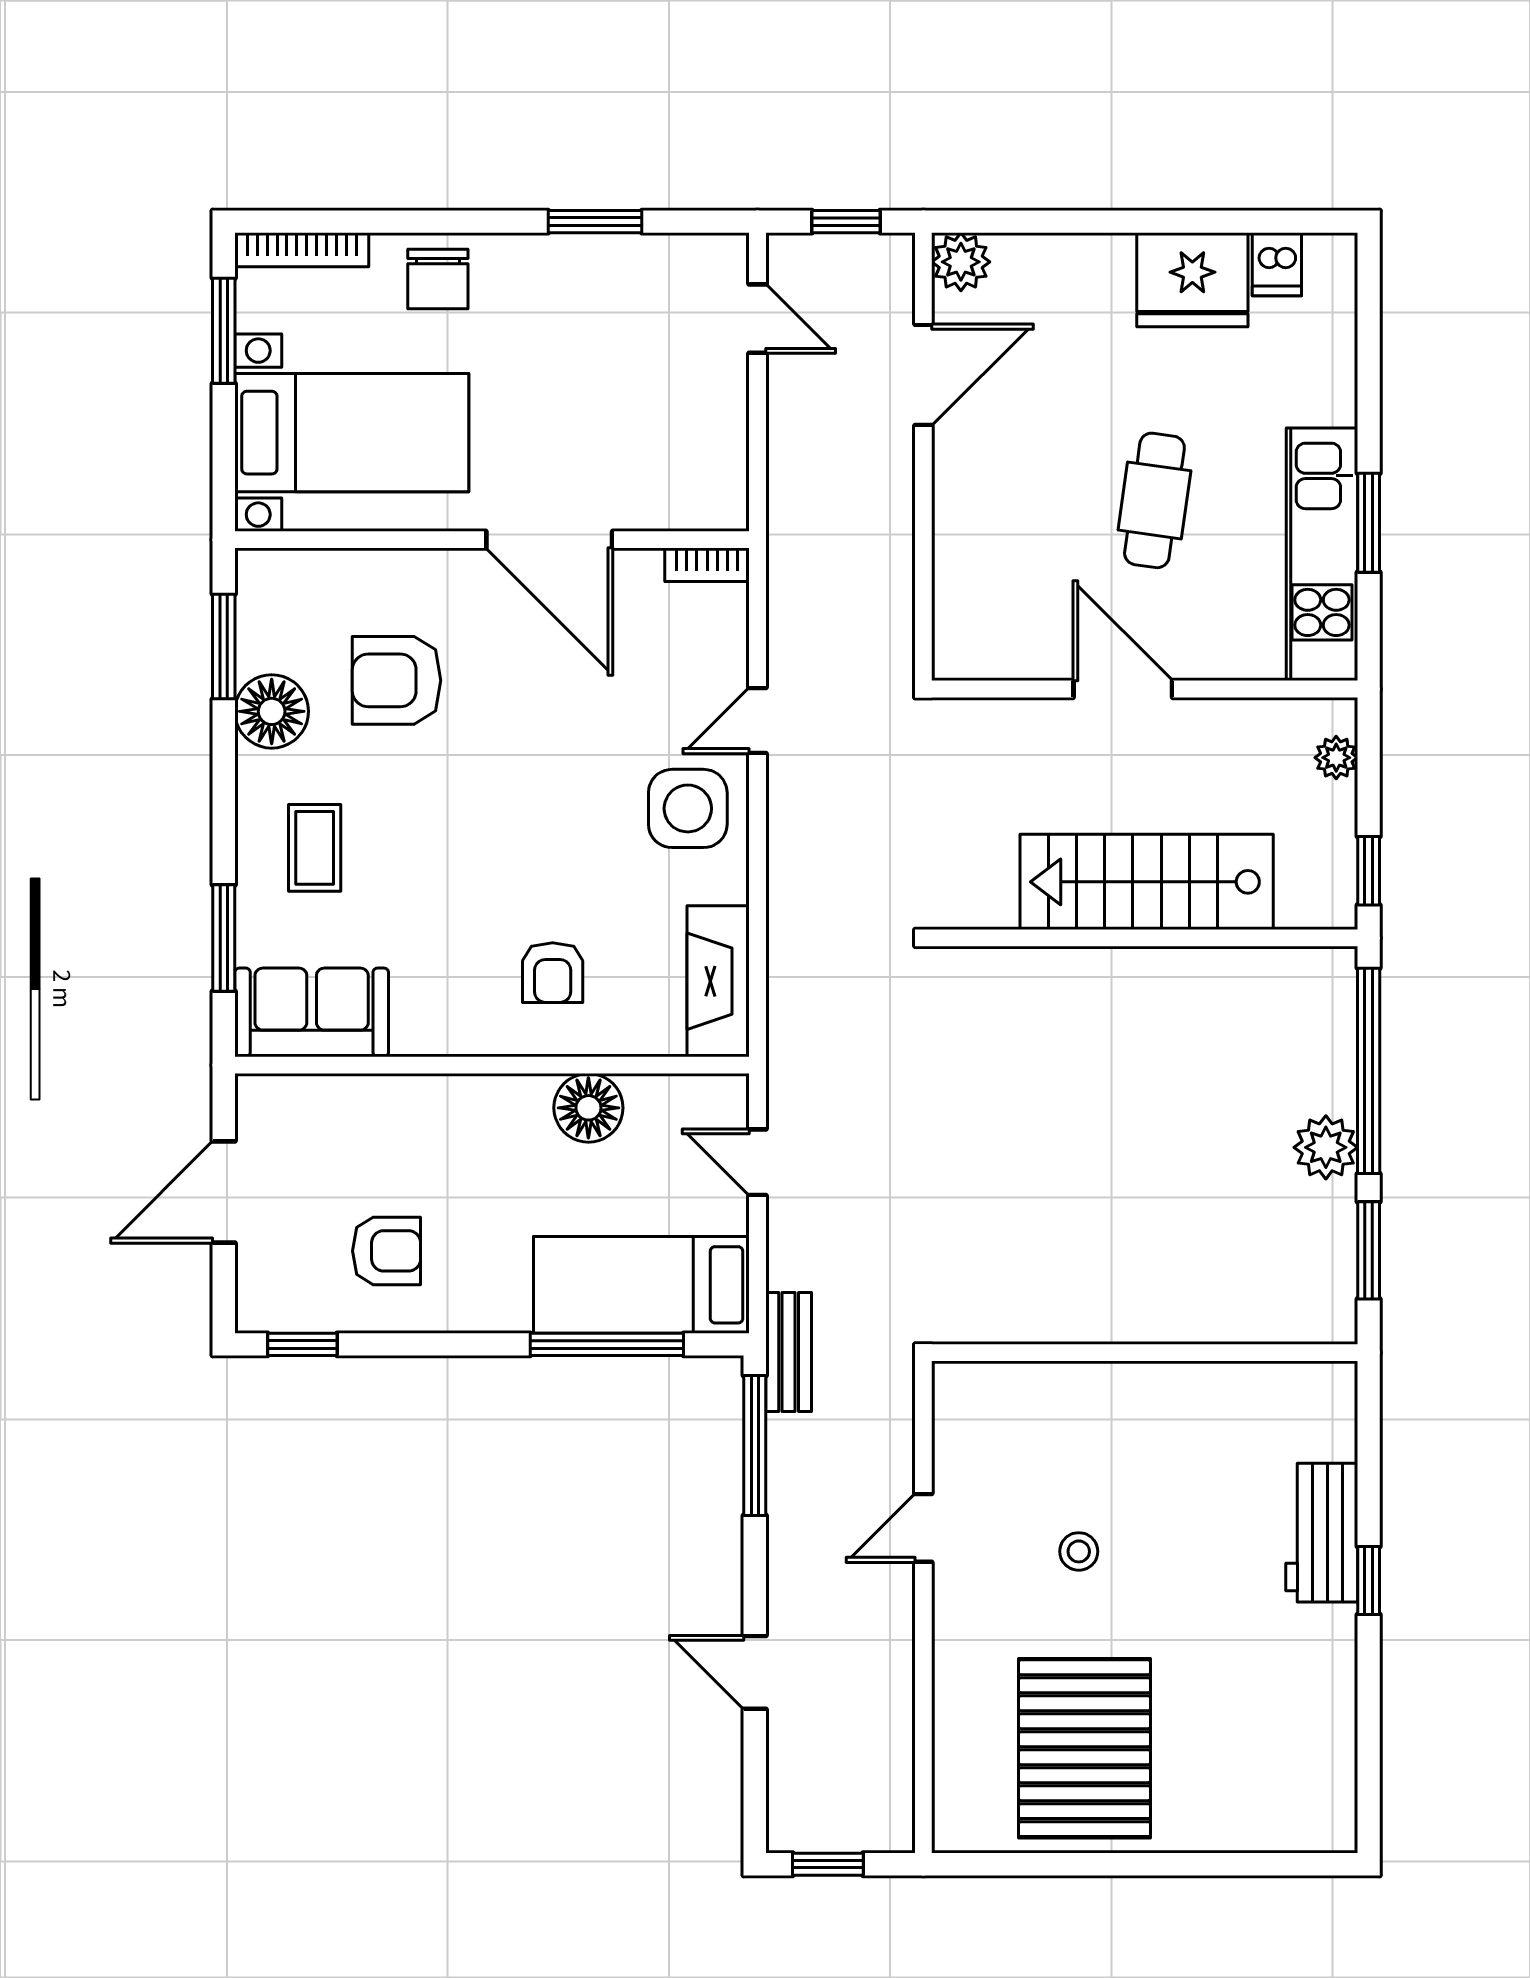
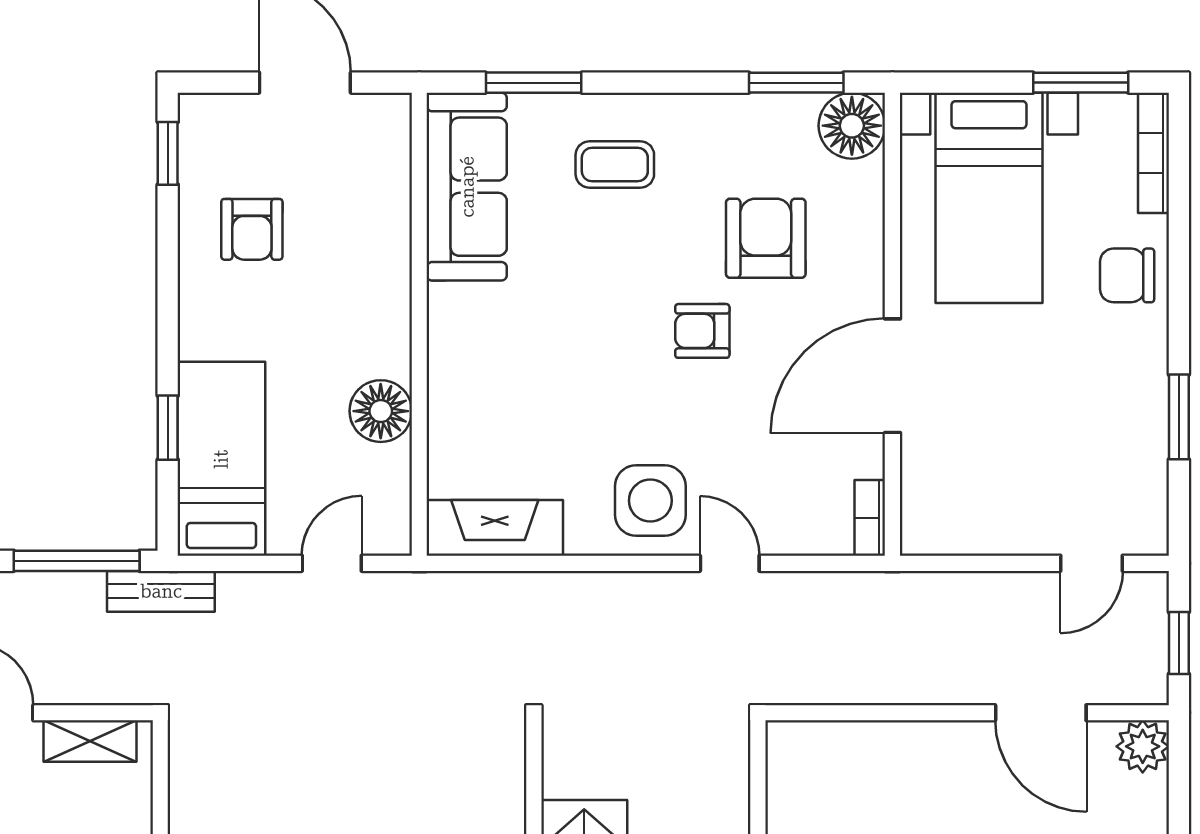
floor lamp: (272, 711) -> (852, 126), moved
armchair: (553, 973) -> (702, 331), moved
sofa: (312, 1012) -> (467, 187), width x1.36
window: (607, 1344) -> (168, 428), width x0.46
shelving: (955, 1431) -> (90, 741), added

